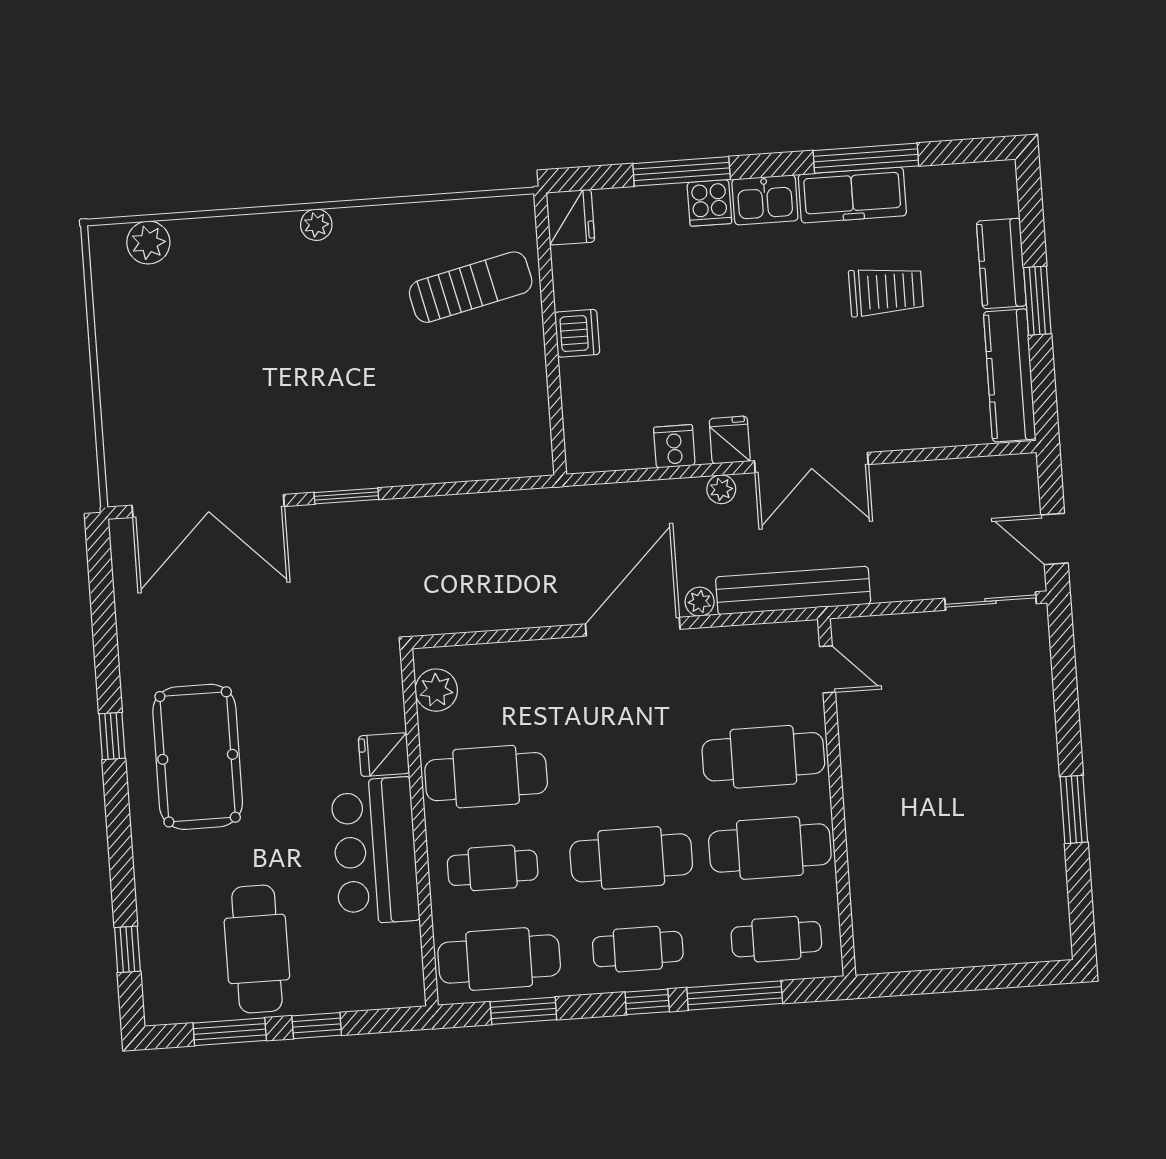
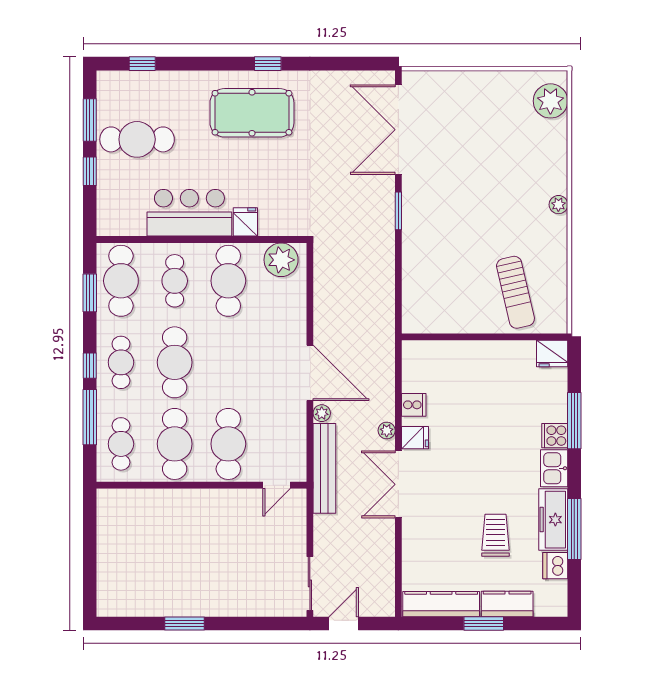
plant: (148, 243) -> (550, 101), width x1.36, depth x1.36
trolley: (886, 291) -> (496, 535), turned 180
dishwasher: (577, 333) -> (555, 566), moved, turned 90
plant: (436, 690) -> (281, 260), width x1.36, depth x1.36

